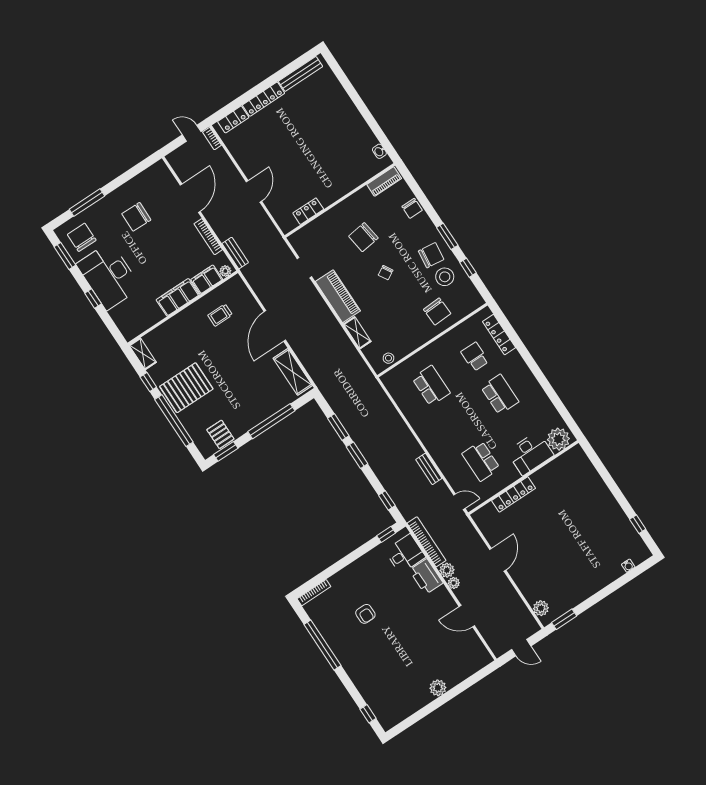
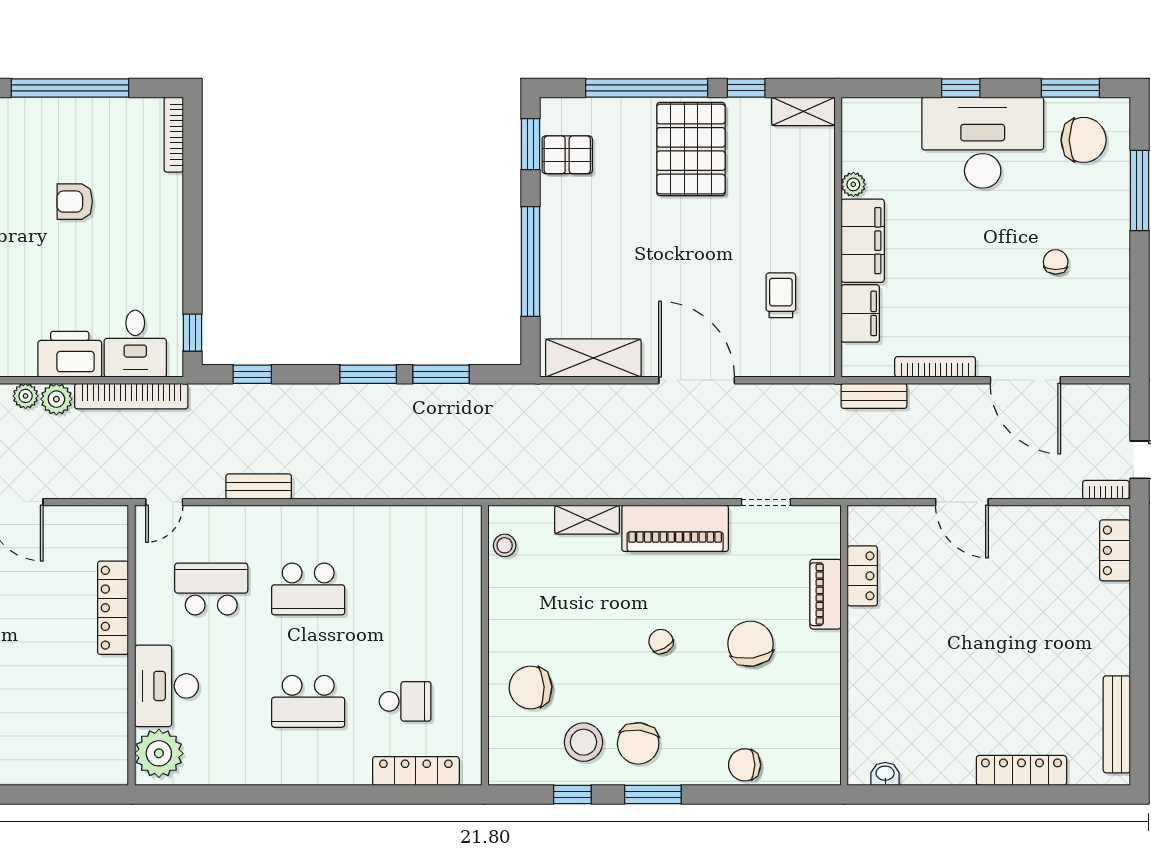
locker: (263, 99) -> (1021, 770), moved, turned 90
piano: (384, 181) -> (826, 594), moved
chair: (136, 217) -> (1056, 262), width x0.54, depth x0.54
plant: (225, 271) -> (853, 184), moved
school desk: (431, 386) -> (308, 589), moved

